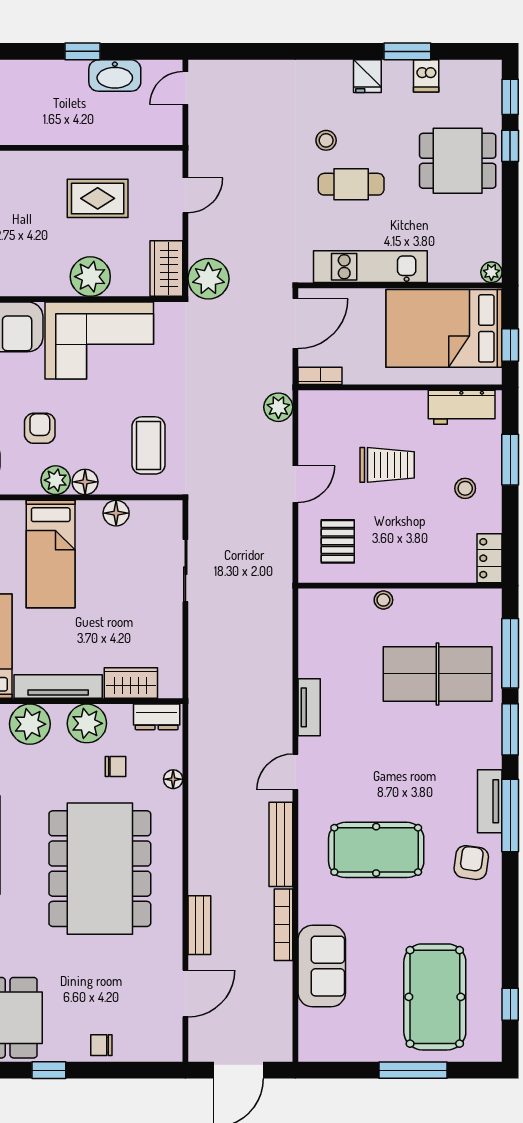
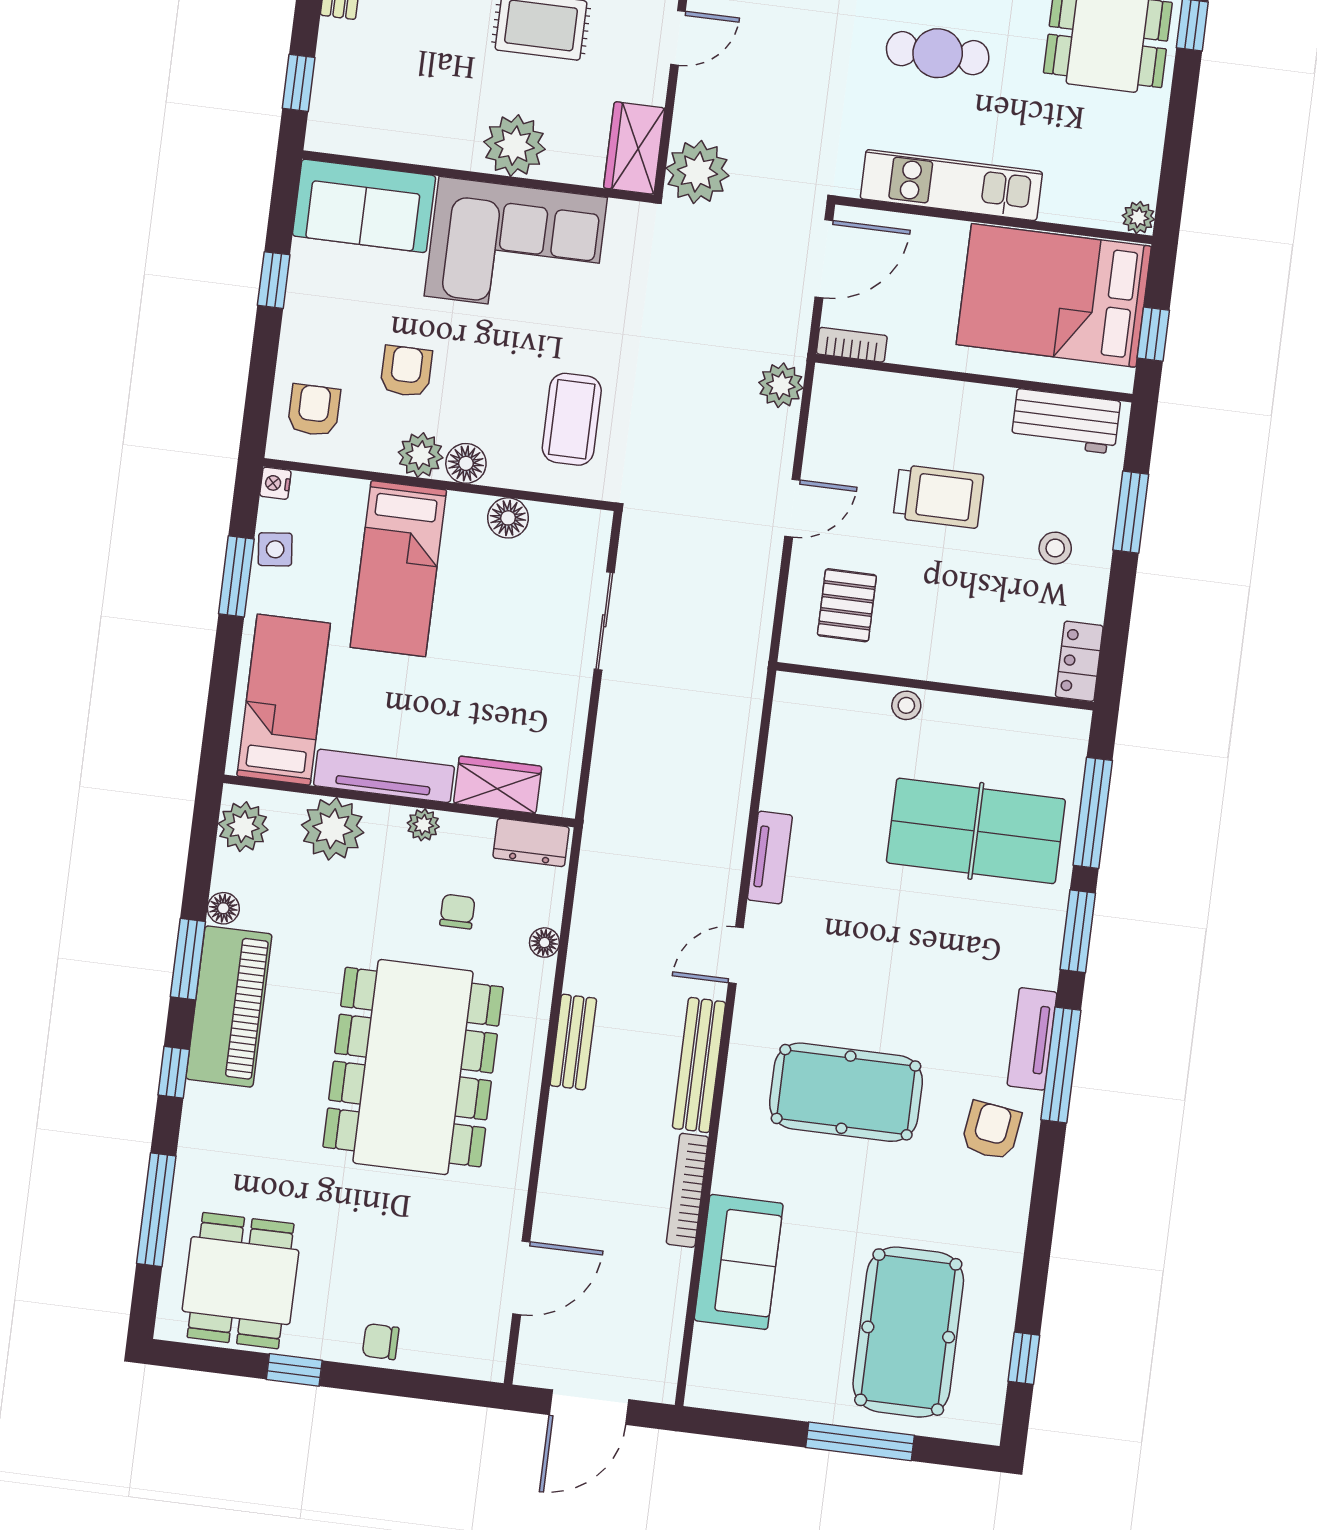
plant: (87, 723) -> (423, 825), width x0.53, depth x0.53
chair: (115, 767) -> (457, 912), turned -90
bench: (199, 925) -> (573, 1042), moved

